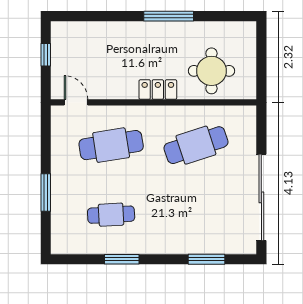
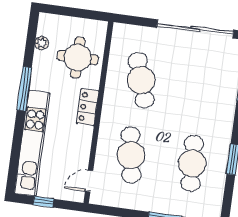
plant: (222, 29) -> (42, 43), added
kitchen unit: (109, 33) -> (32, 143), added
cafe table: (111, 215) -> (192, 163), width x1.37, depth x1.35

